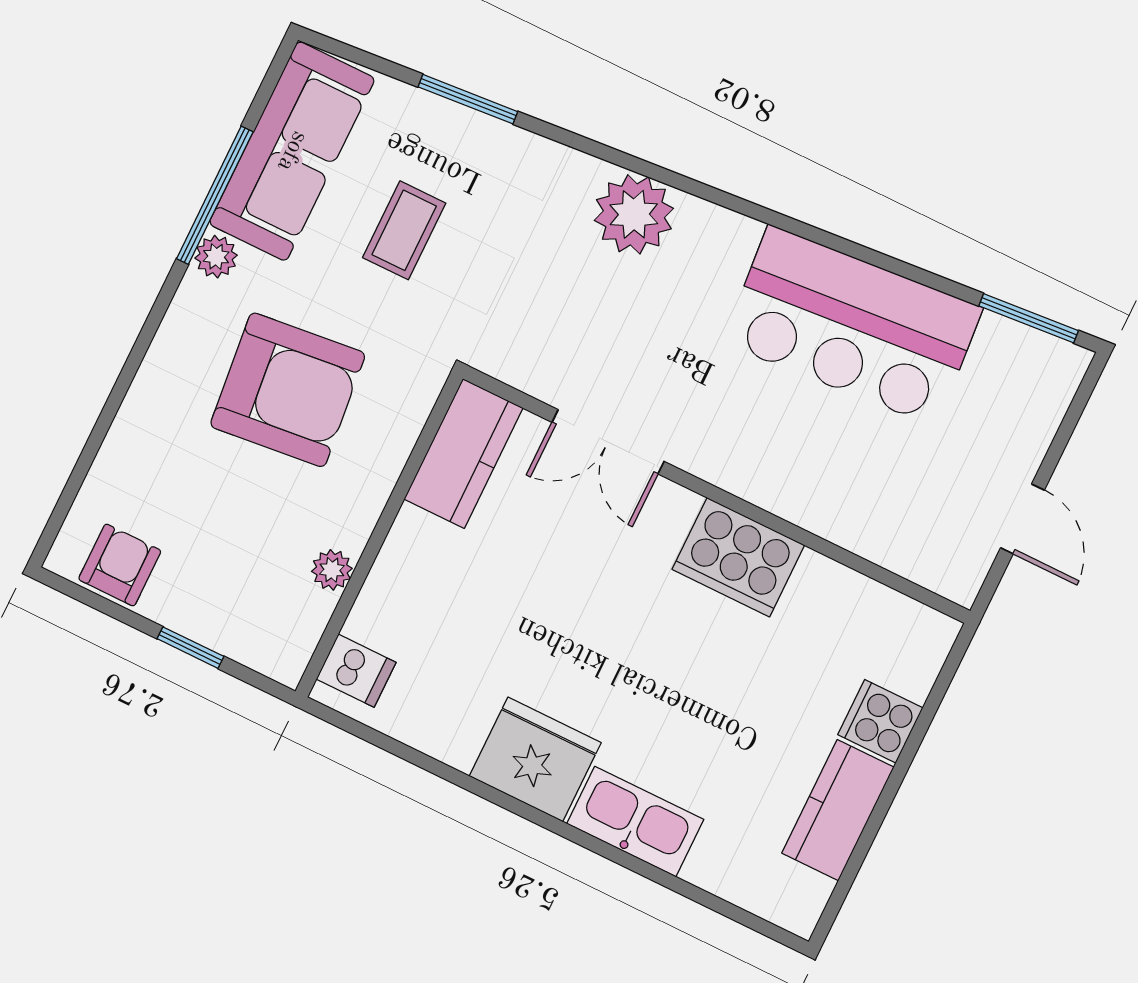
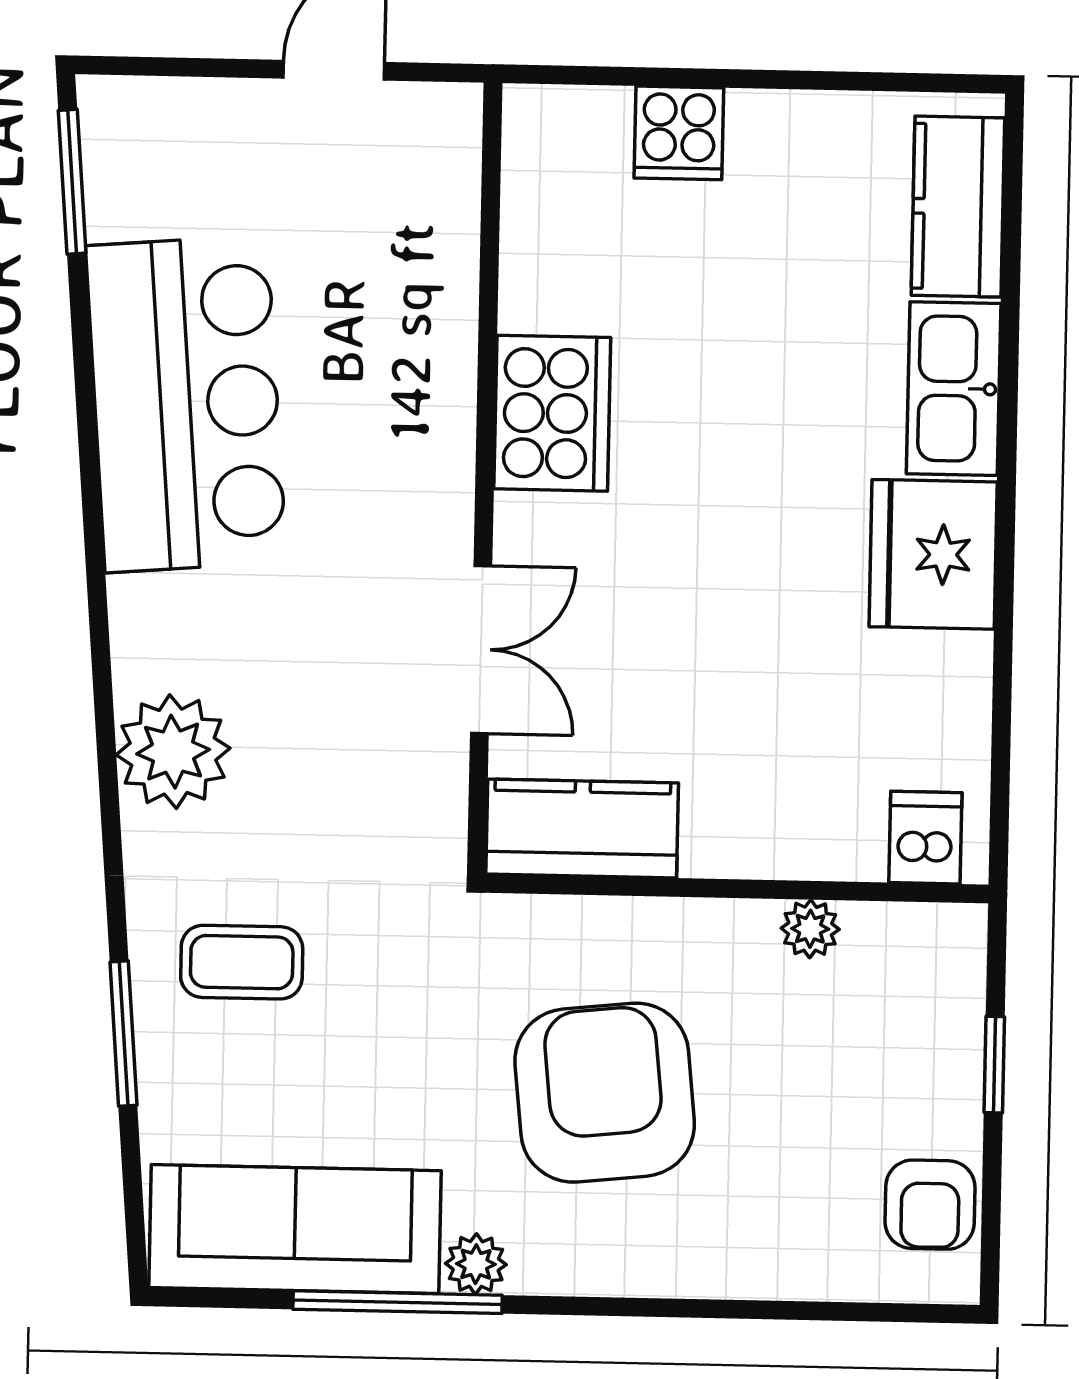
coffee table: (404, 230) -> (242, 962), moved
armchair: (120, 565) -> (930, 1205), turned -90
kitchen counter: (838, 810) -> (958, 207), moved, turned 90

